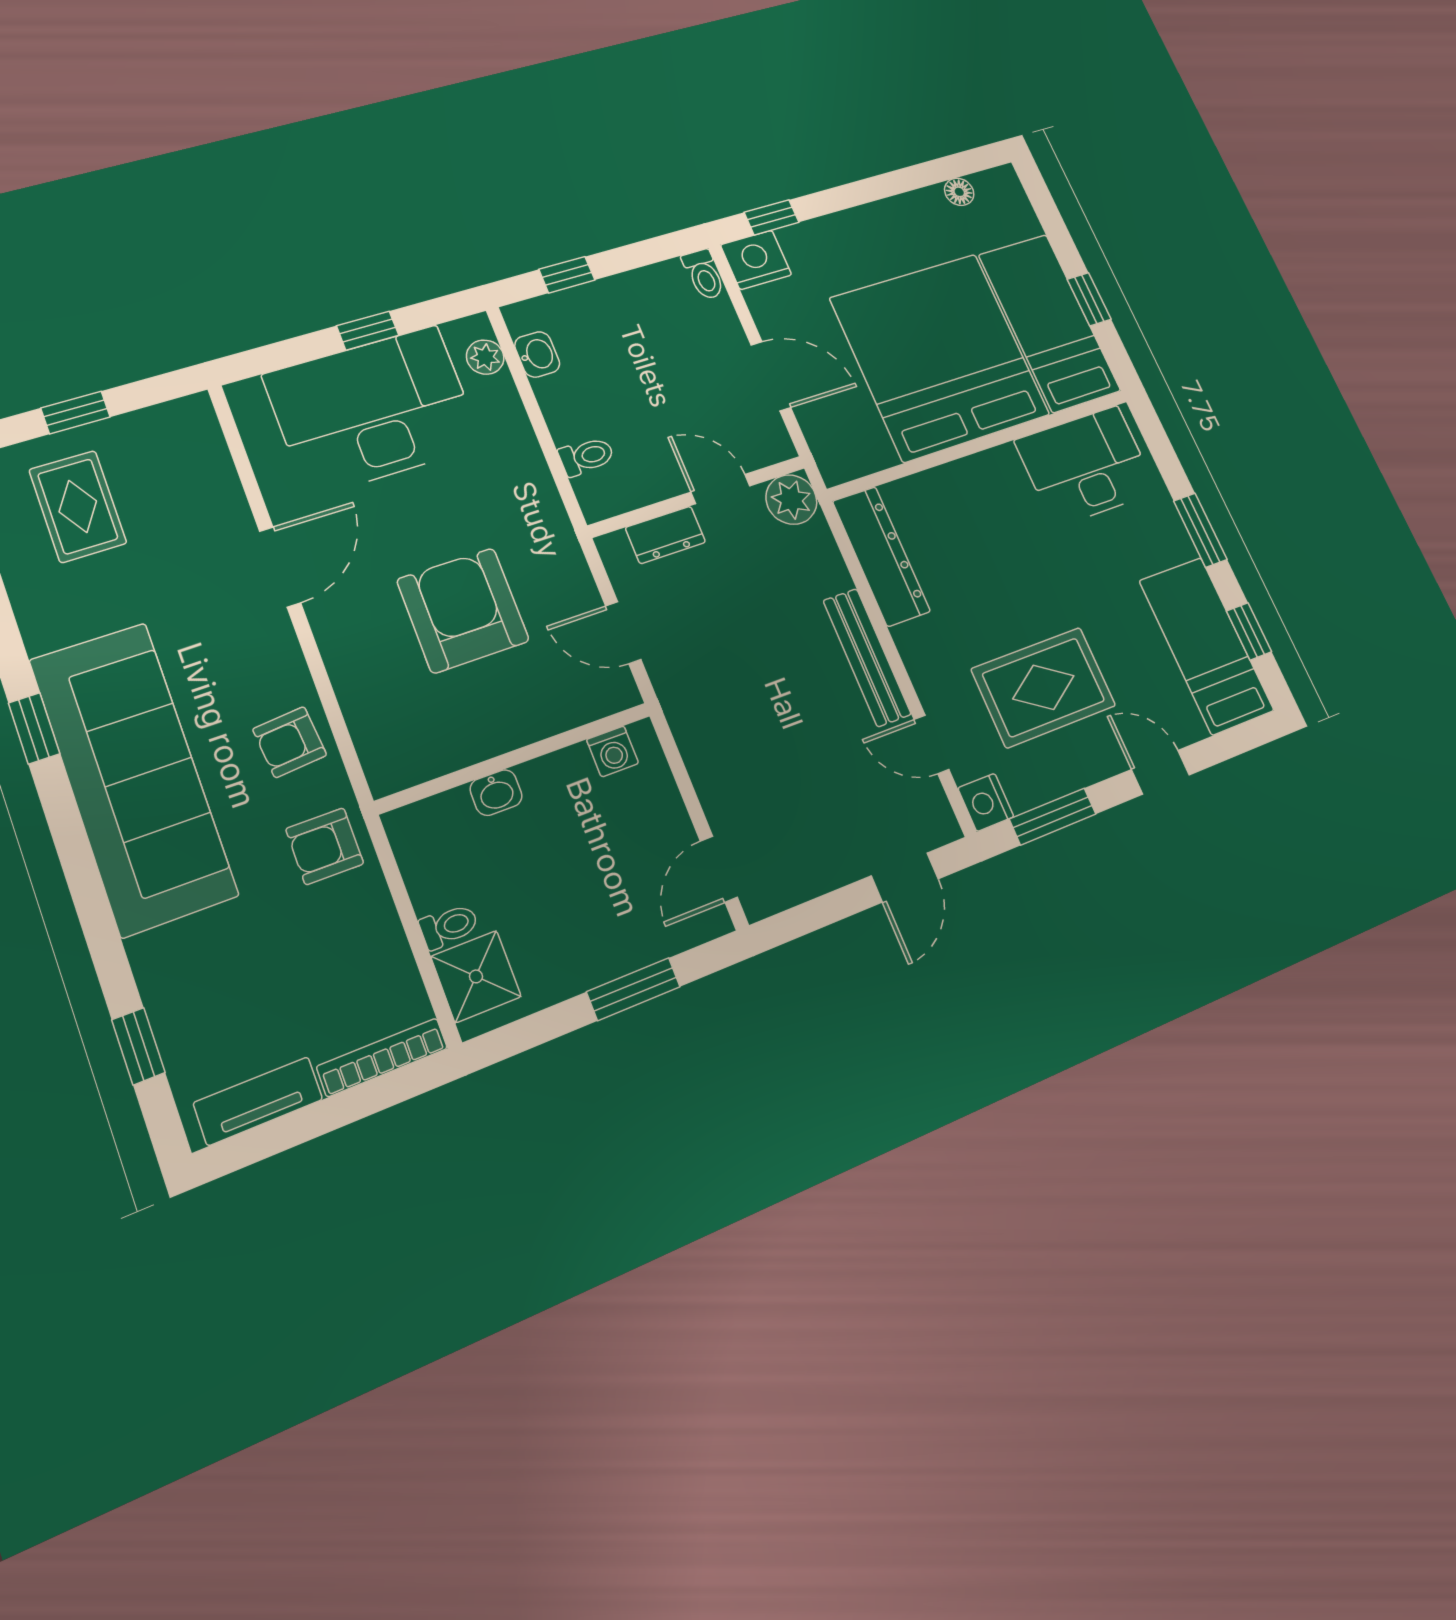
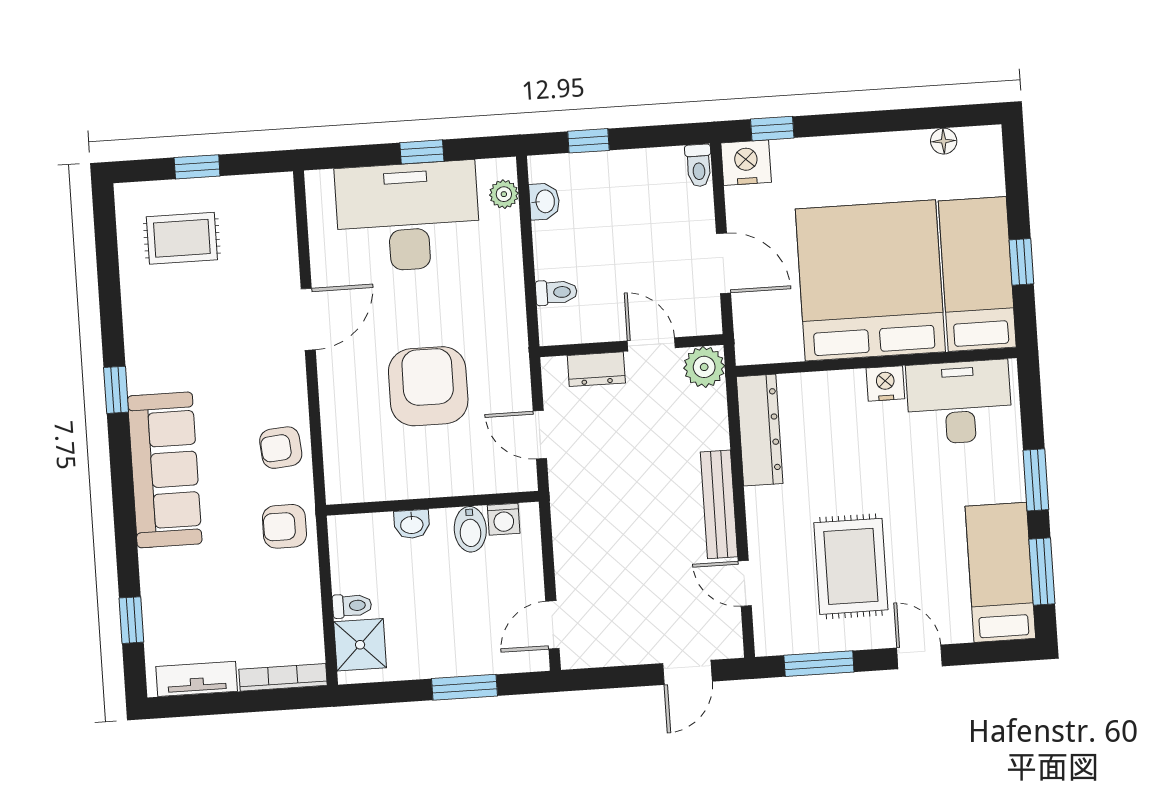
rug: (78, 506) -> (182, 238), turned 90
window: (1249, 631) -> (1042, 571), width x1.50
rug: (1043, 687) -> (851, 566), turned 90
sofa: (133, 777) -> (165, 470), width x0.74, depth x0.79
bidet: (574, 777) -> (470, 529), added
nightstand: (986, 802) -> (885, 383), moved, turned 90

